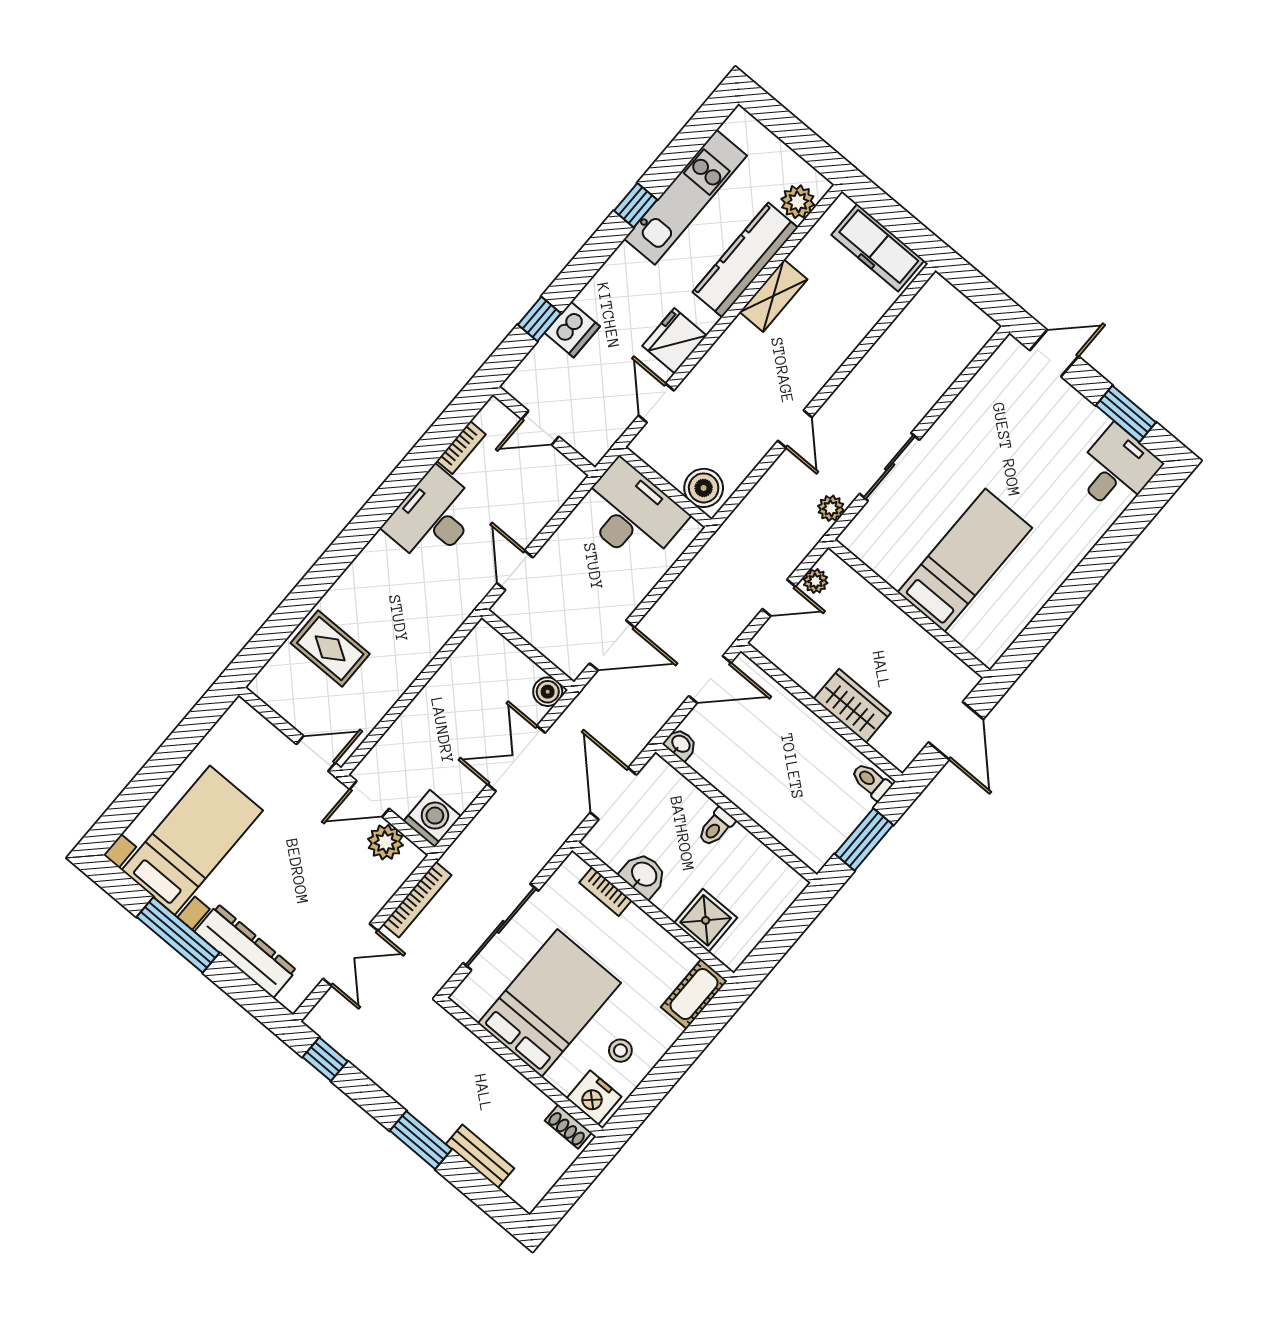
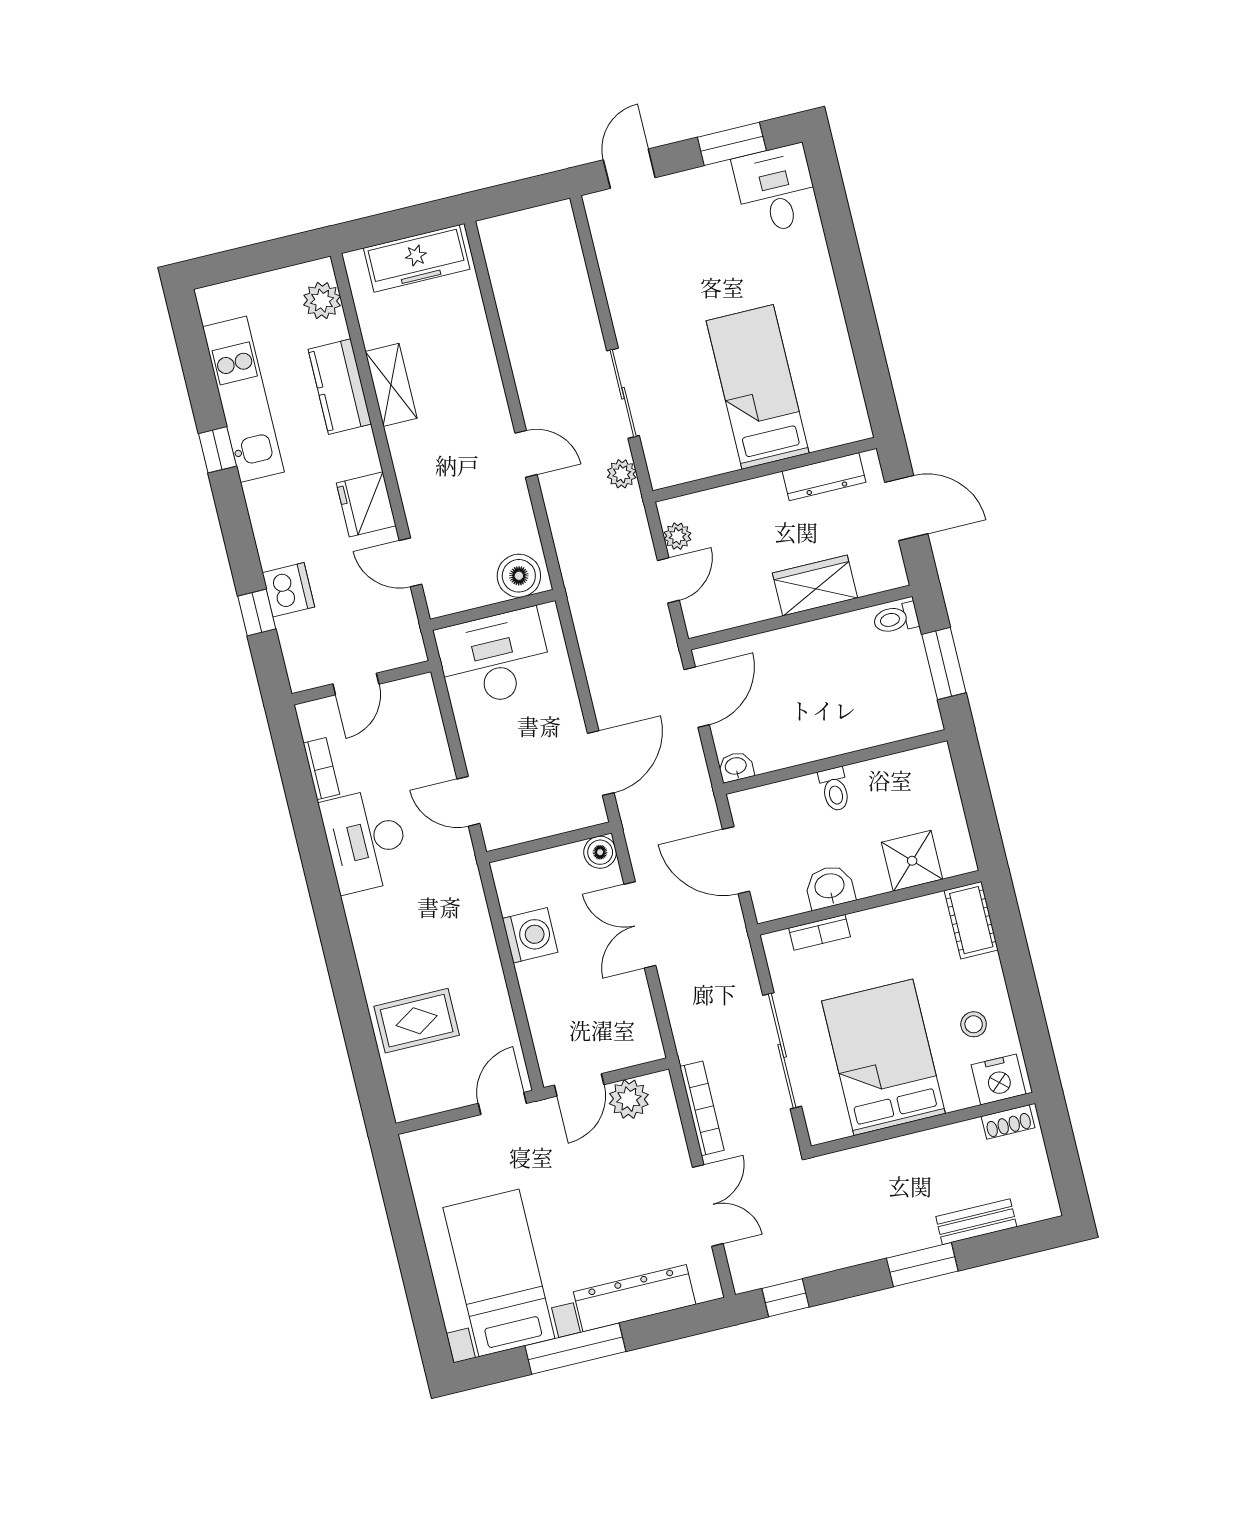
kitchen counter: (745, 260) -> (340, 387), width x0.67
dresser: (935, 655) -> (824, 477), added
washing machine: (432, 819) -> (530, 935), moved, turned 90

